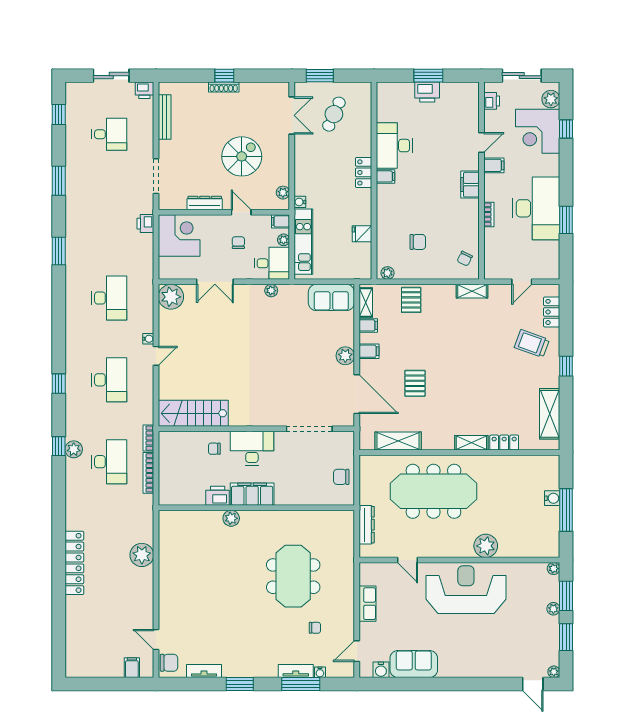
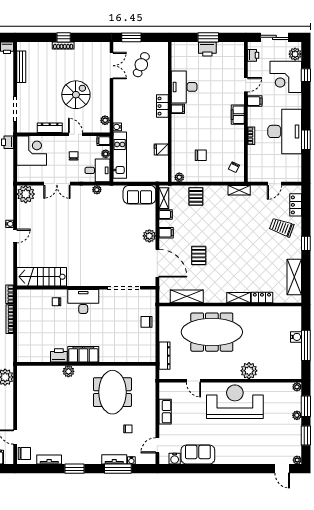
filing cabinet: (252, 494) -> (83, 354), moved
printer: (218, 496) -> (59, 355), moved
wall: (256, 508) -> (86, 364), moved
plant: (231, 518) -> (68, 371), moved

